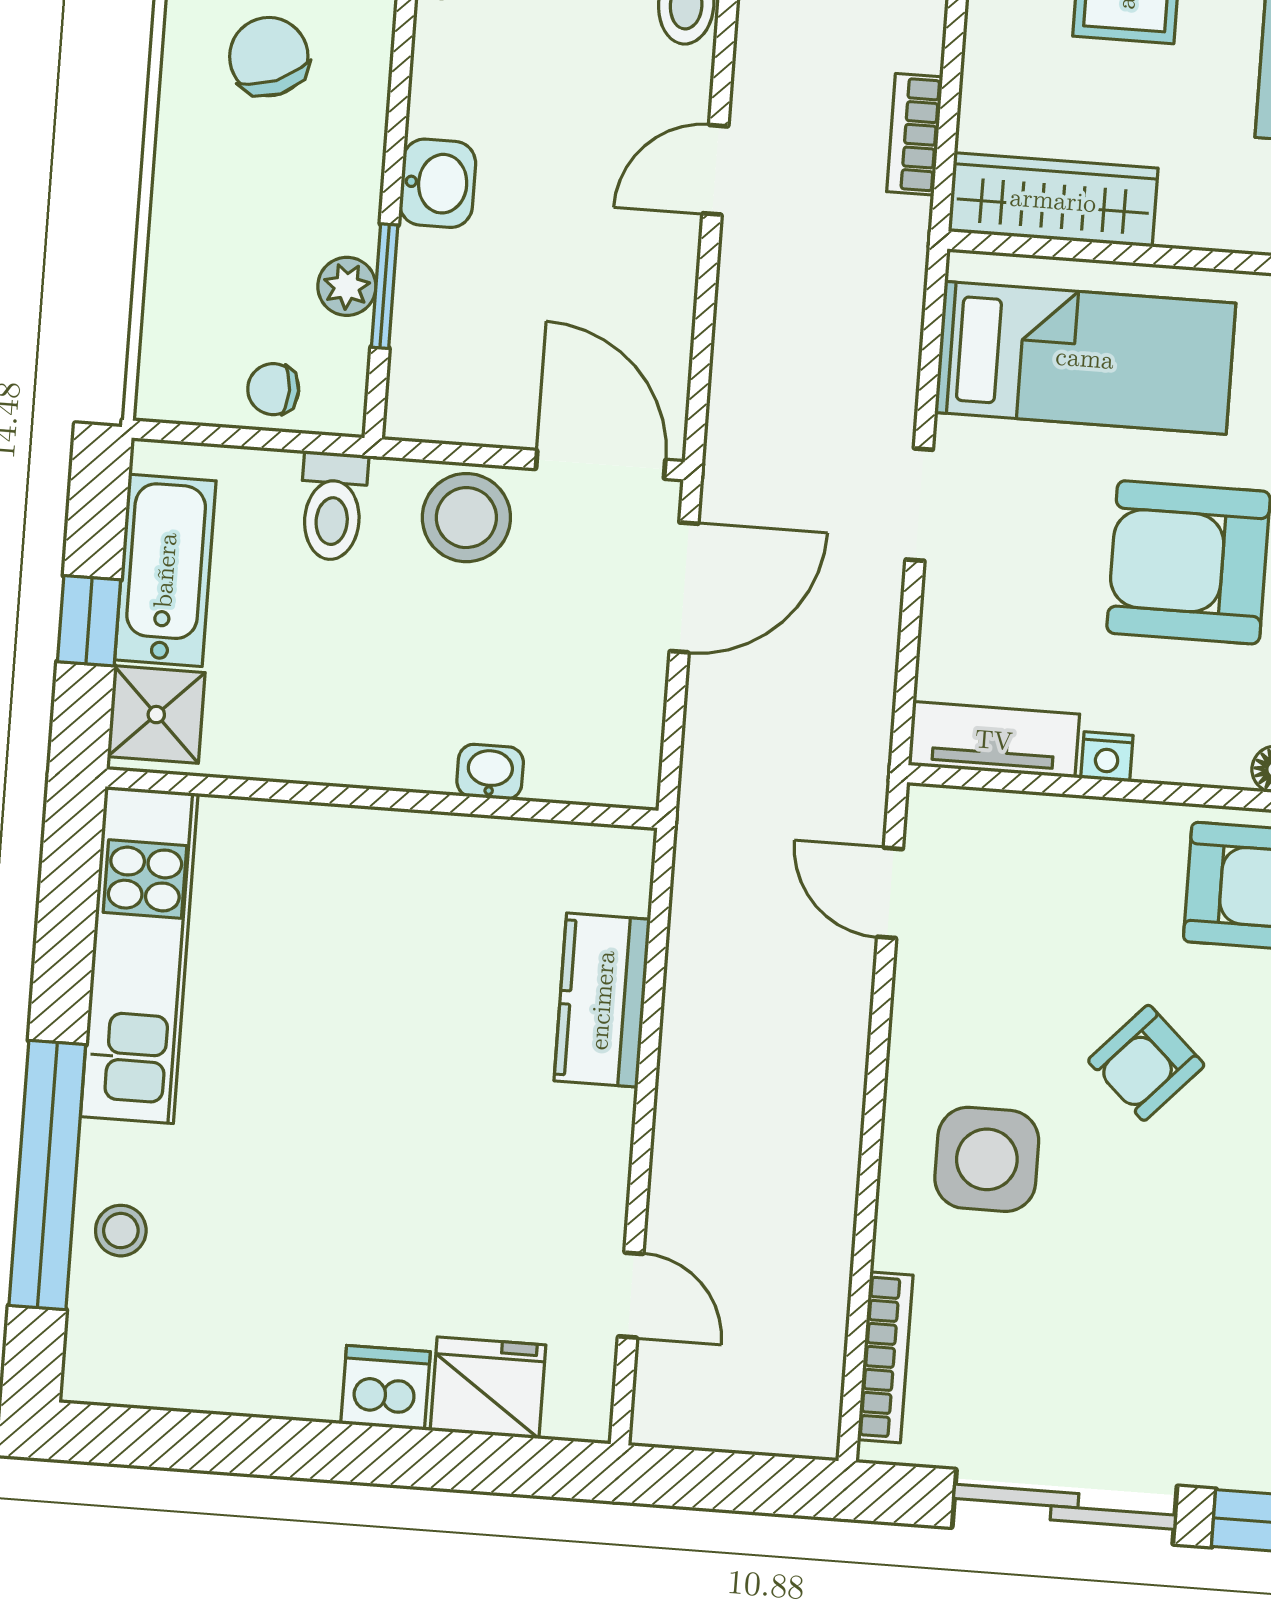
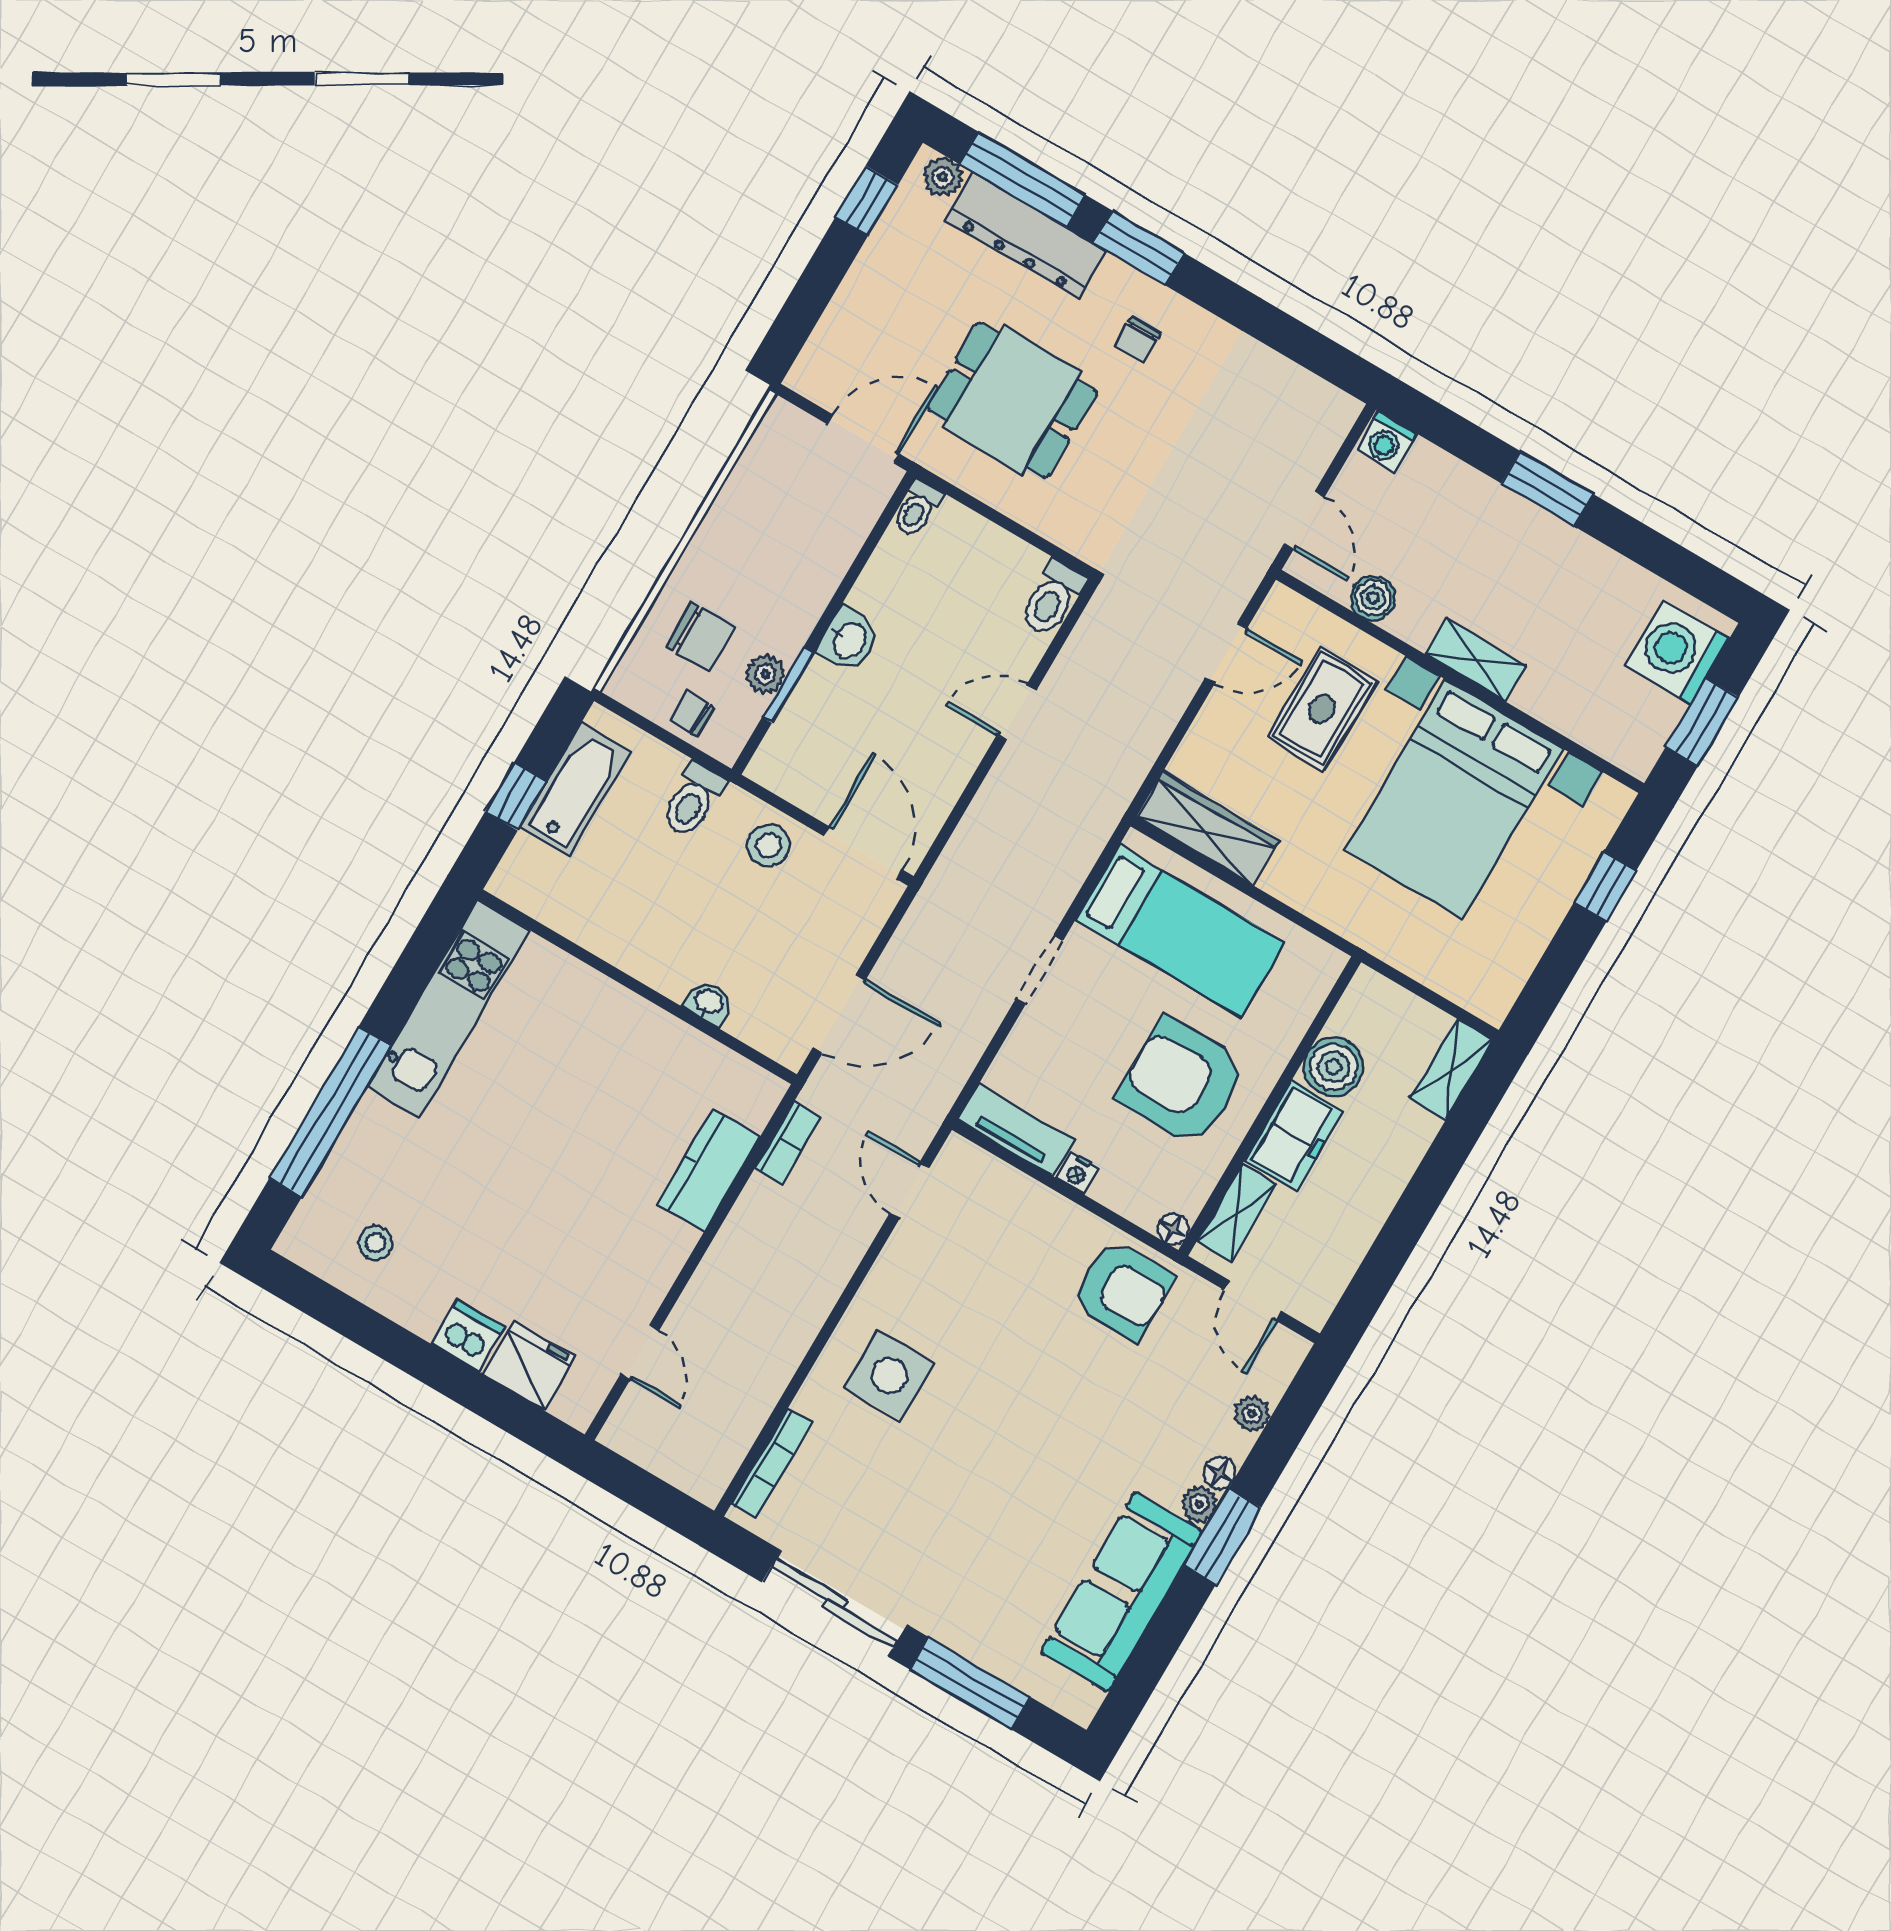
chair: (269, 57) -> (701, 637), moved, turned 112
bookcase: (915, 134) -> (788, 1143), moved, turned 180
stool: (466, 518) -> (769, 845), width x0.73, depth x0.73
door: (684, 587) -> (839, 1014), moved
shower: (156, 715) -> (528, 872), removed
armchair: (1146, 1063) -> (1012, 1365), removed
stool: (121, 1231) -> (376, 1243), moved

